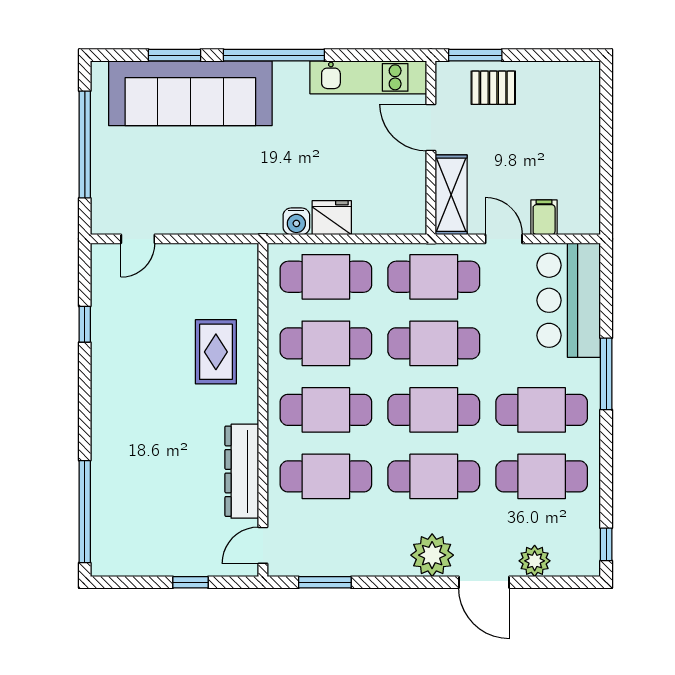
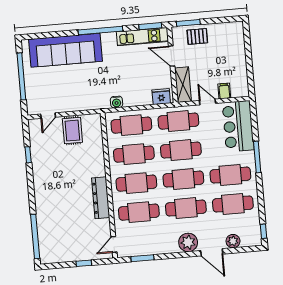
window: (174, 55) -> (150, 26), moved
fridge: (332, 218) -> (161, 97), moved
rug: (216, 352) -> (72, 131), moved
dresser: (242, 471) -> (101, 198), moved

